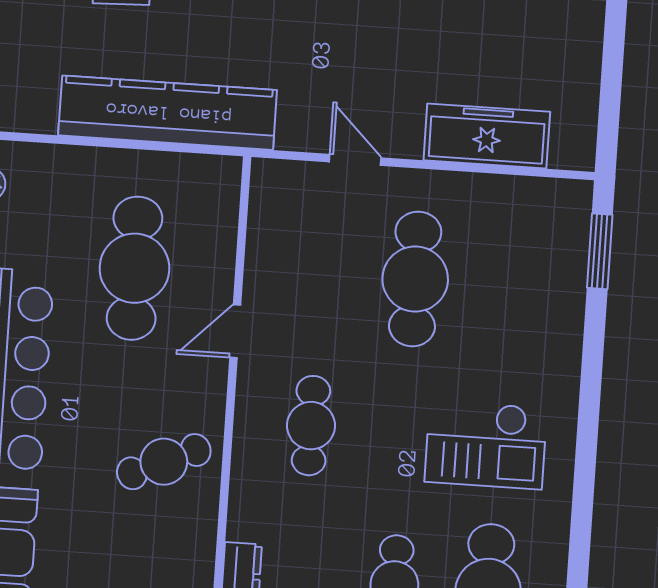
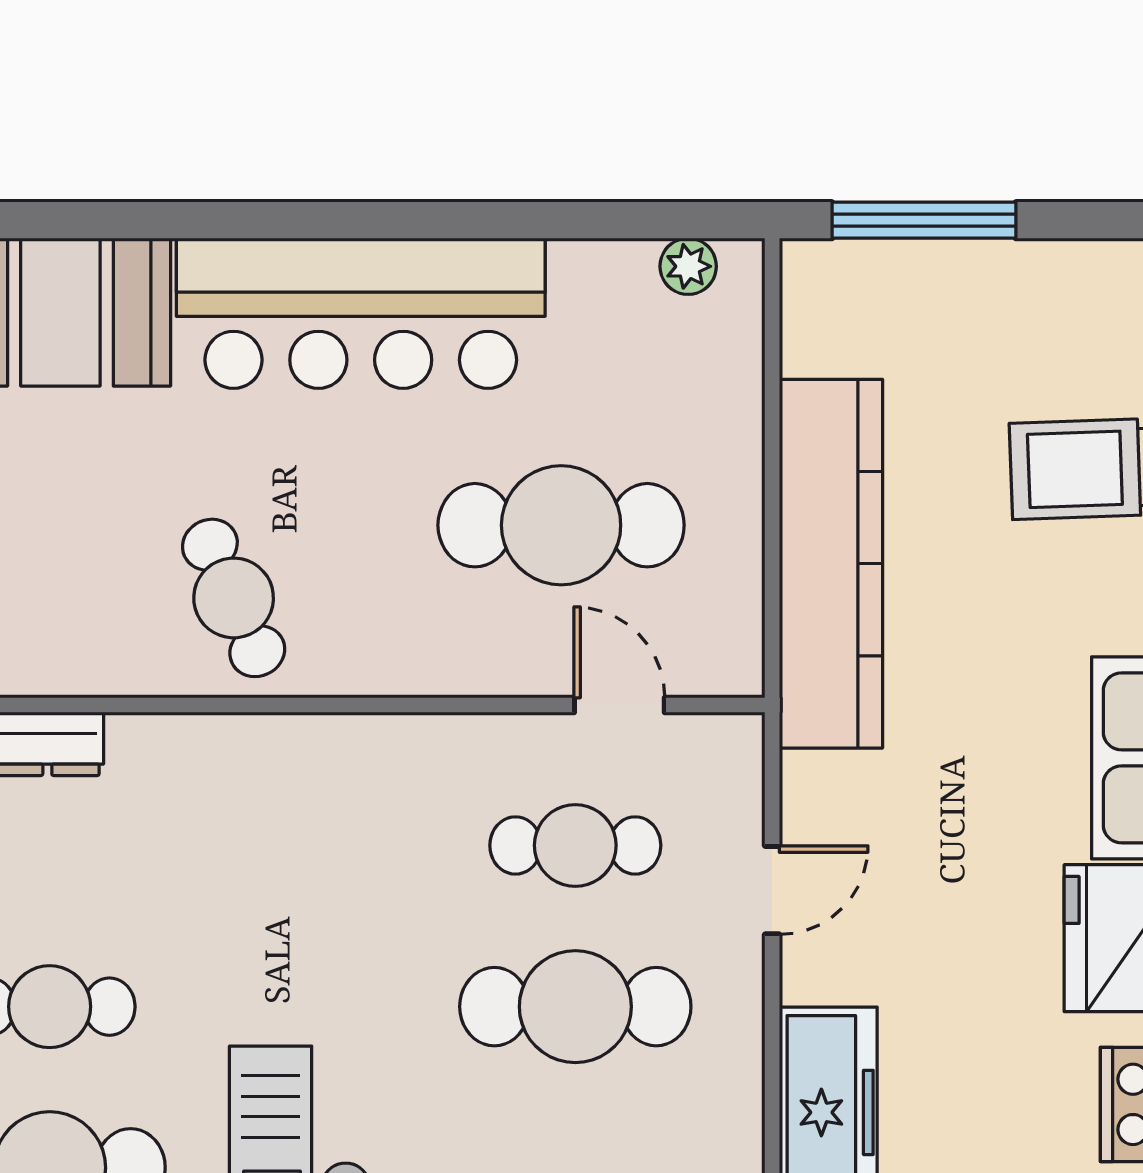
door: (235, 331) -> (619, 705), moved
cafe table: (311, 426) -> (575, 845), moved

